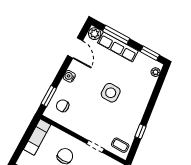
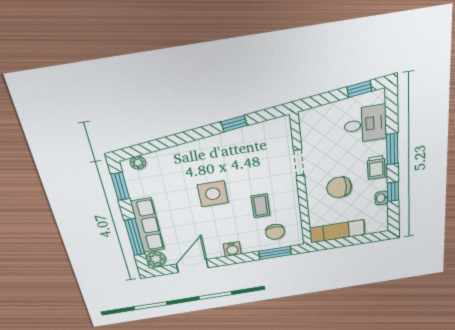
coffee table: (120, 145) -> (261, 206), moved

